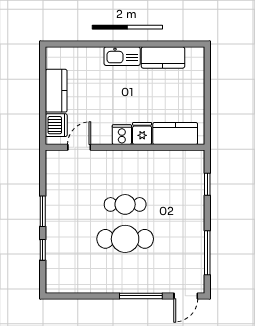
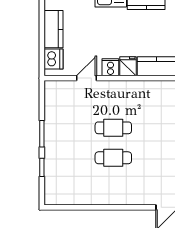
door: (79, 147) -> (87, 78), moved
cafe table: (125, 239) -> (113, 158), width x0.73, depth x0.74
window: (141, 296) -> (127, 207), removed

